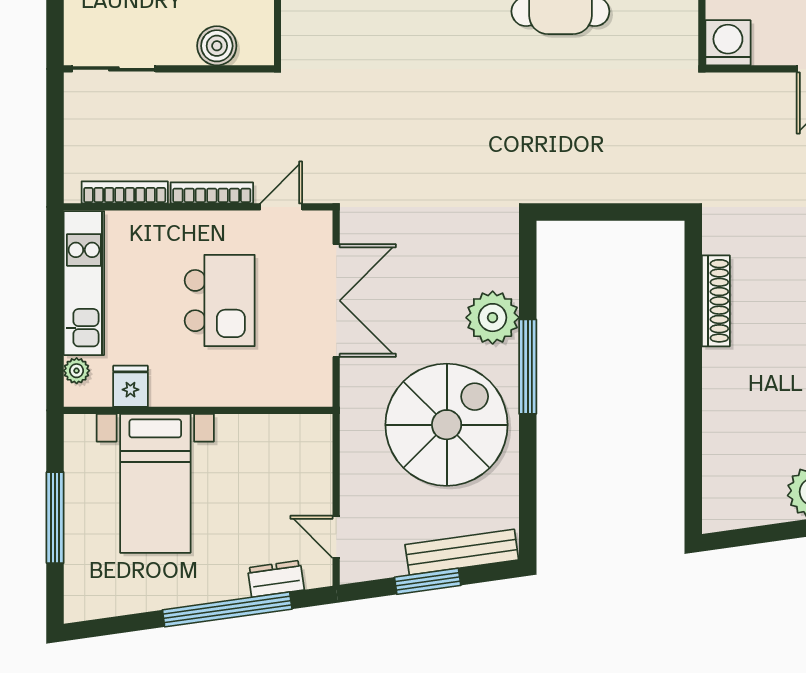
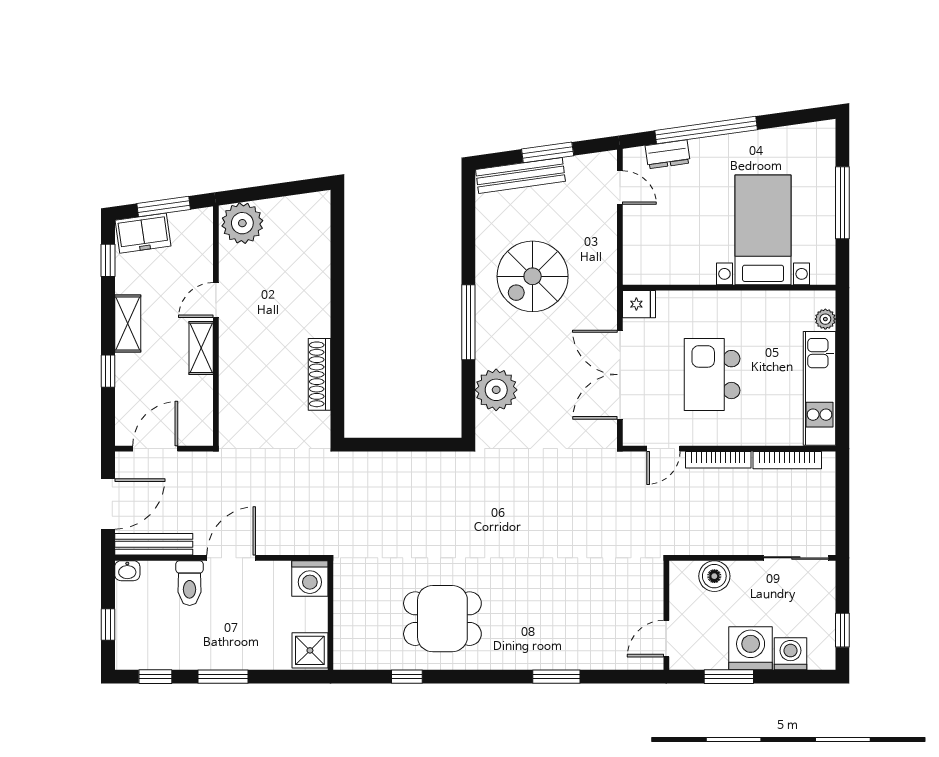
plant: (493, 318) -> (496, 390), moved
fridge: (130, 386) -> (639, 304), moved, turned -90
spiral stairs: (447, 425) -> (533, 276), width x0.73, depth x0.73

